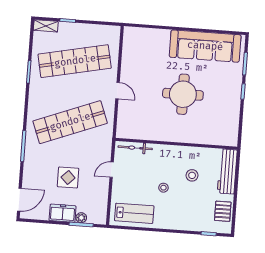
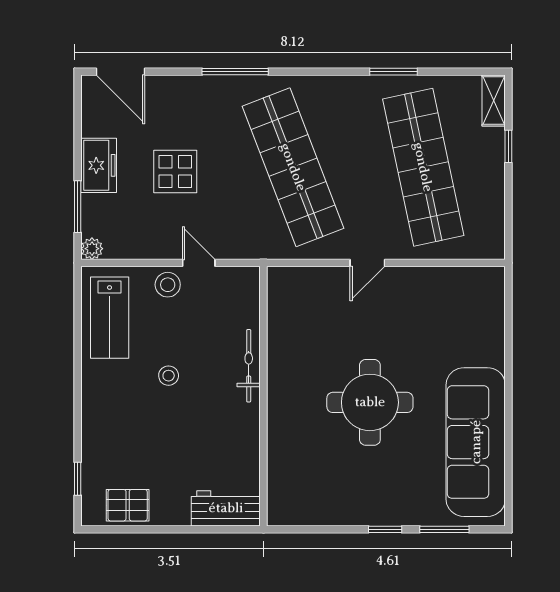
bicycle: (135, 148) -> (249, 366), moved
workbench: (227, 171) -> (226, 508), width x0.73
stool: (192, 175) -> (168, 285), moved
plant: (81, 218) -> (92, 249), moved

